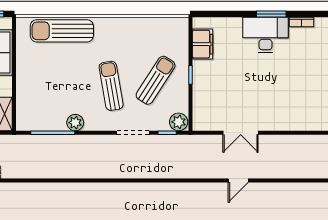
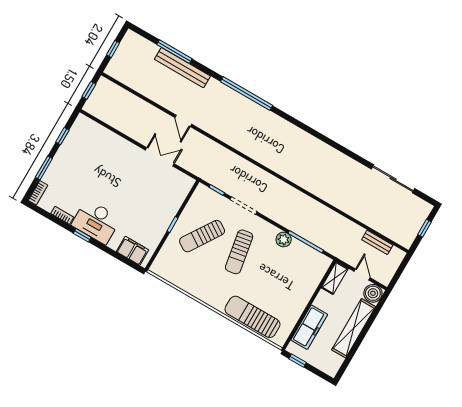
window: (271, 14) -> (82, 235), width x0.67
sun lounger: (62, 31) -> (252, 317), turned 180
filing cabinet: (202, 44) -> (132, 251), moved, turned 90
plant: (179, 122) -> (203, 193), removed
door: (238, 181) -> (183, 121), swing flipped

